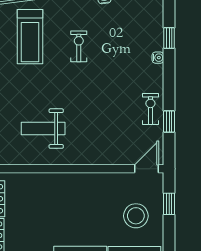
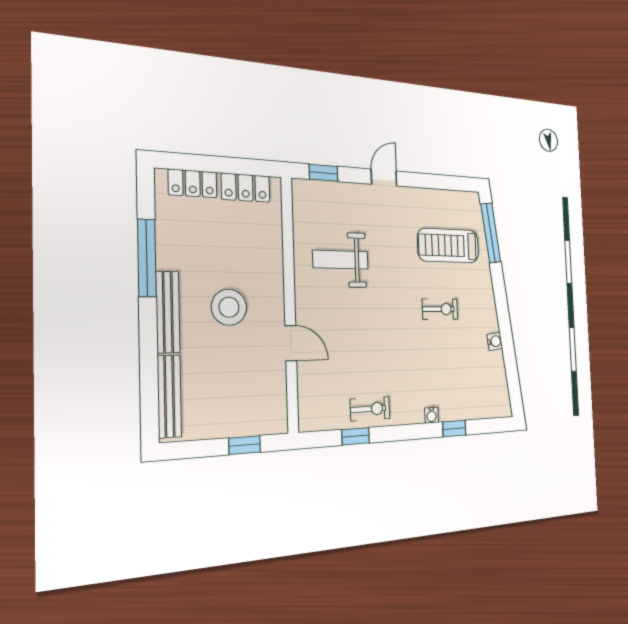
weight bench: (43, 129) -> (341, 260), turned -90
door: (146, 169) -> (291, 343), moved
stool: (136, 216) -> (229, 307), moved

